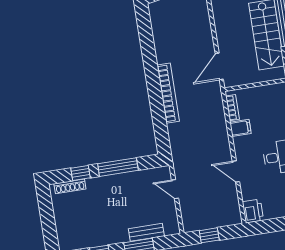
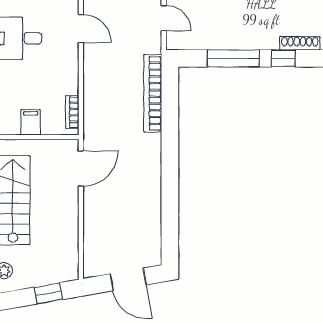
bookcase: (168, 93) -> (153, 93), moved
filing cabinet: (240, 128) -> (31, 122), moved, turned 90

